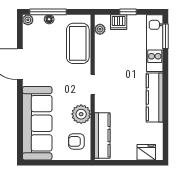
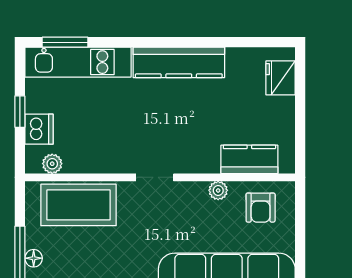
plant: (81, 114) -> (218, 190), width x0.53, depth x0.53
kitchen counter: (102, 135) -> (249, 159), width x0.67

